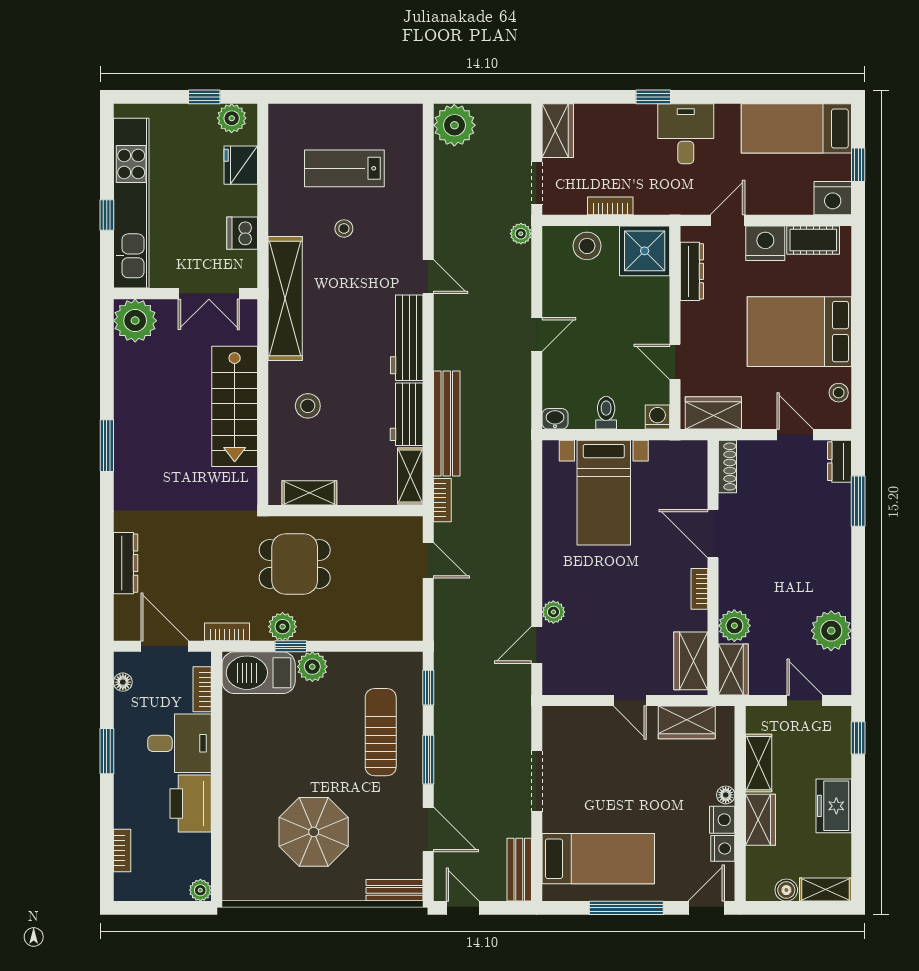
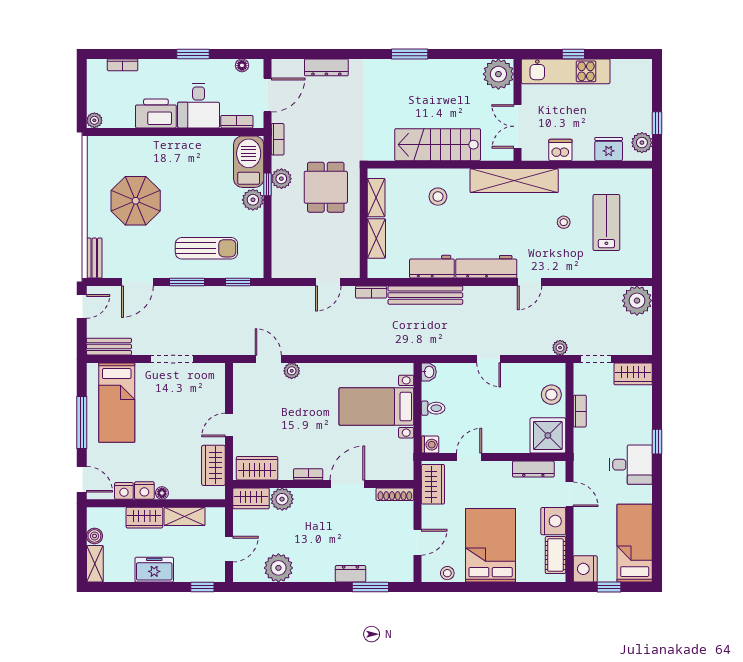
kitchen unit: (131, 203) -> (566, 71), width x0.73
dresser: (839, 461) -> (351, 574), moved
shelving: (410, 476) -> (376, 238), moved, turned 90

